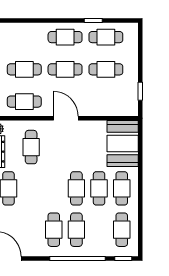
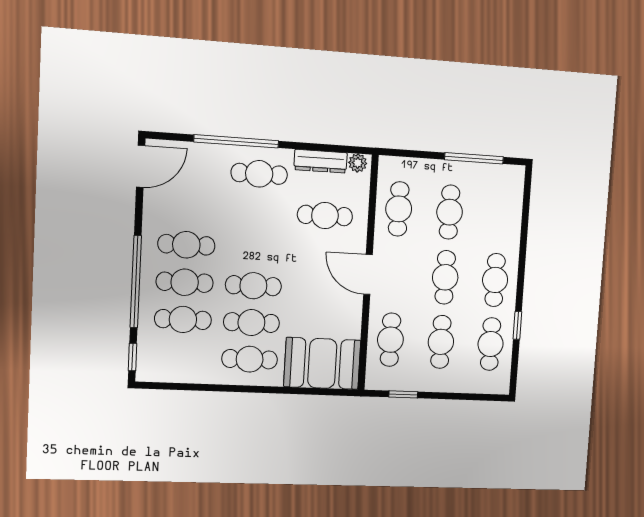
cafe table: (106, 102) -> (390, 340), added
door: (66, 118) -> (368, 274), swing flipped
cafe table: (122, 230) -> (183, 319), moved

